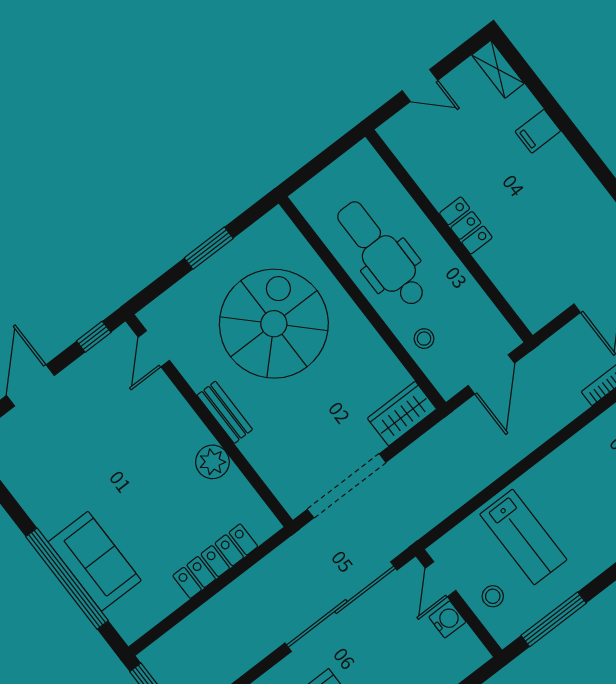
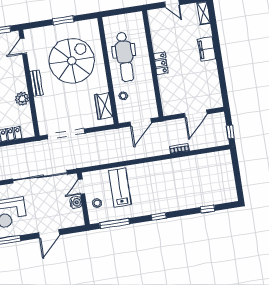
filing cabinet: (538, 131) -> (207, 49), width x2.00
dental chair: (382, 254) -> (125, 57), turned 180
wardrobe: (402, 414) -> (104, 106), moved, turned -90
lab bench: (523, 537) -> (120, 188), turned 180

